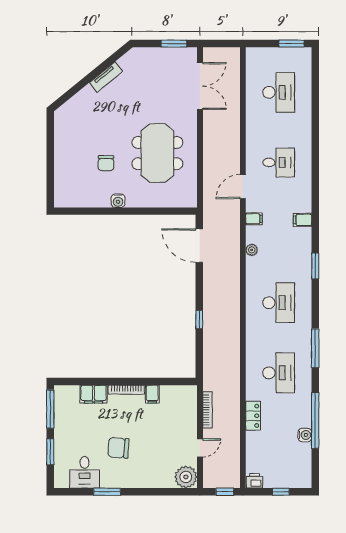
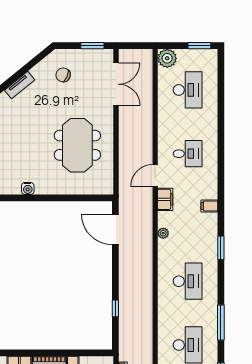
plant: (256, 57) -> (167, 58), added
tv unit: (106, 77) -> (20, 85), moved
chair: (106, 163) -> (63, 75), moved, turned 113
water cooler: (118, 201) -> (28, 188), moved
filing cabinet: (254, 219) -> (165, 199), width x2.00
window: (199, 320) -> (115, 308), moved

